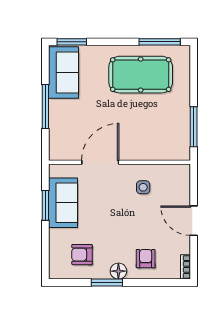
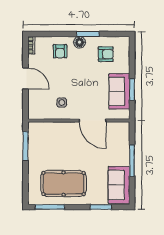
window: (72, 42) -> (101, 207), moved
door: (100, 162) -> (93, 121), hinge flipped

